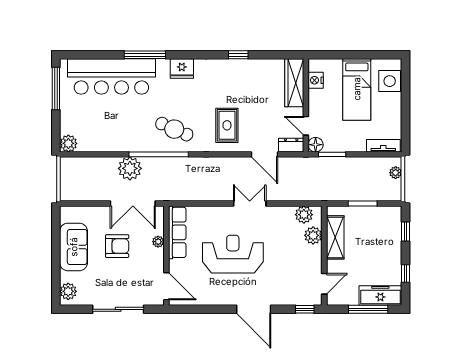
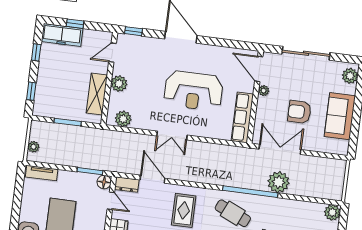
plant: (313, 235) -> (119, 84), moved
plant: (158, 242) -> (264, 91), moved
window: (368, 309) -> (75, 24), width x0.46

